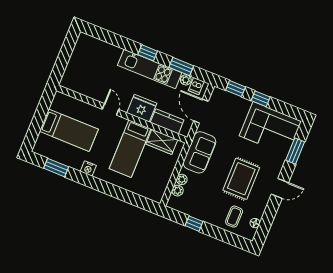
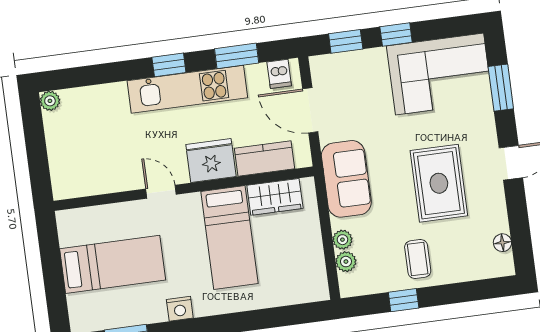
plant: (186, 80) -> (50, 101), moved
coffee table: (234, 217) -> (418, 259), moved

